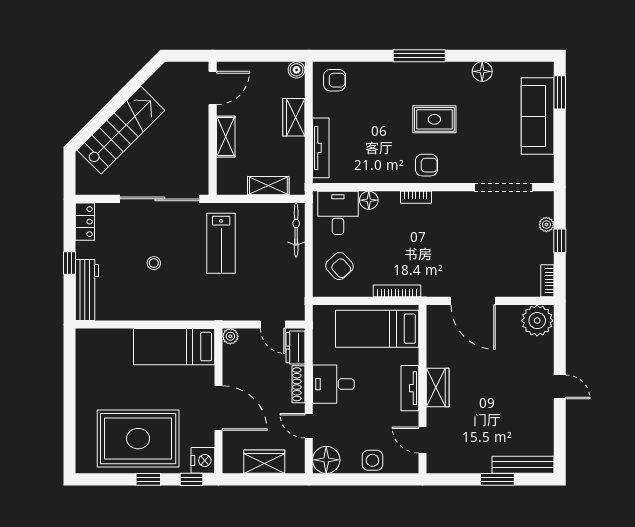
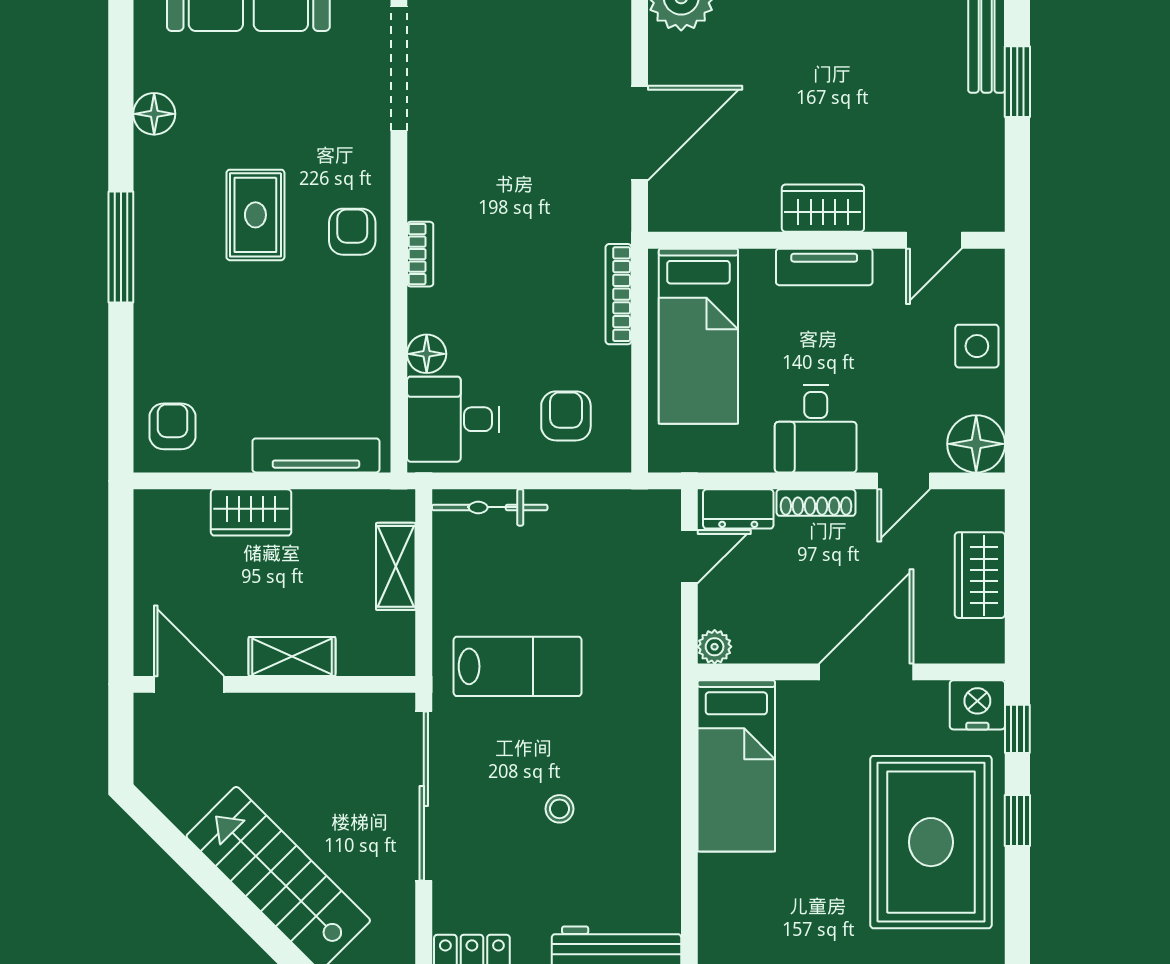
boiler: (297, 70) -> (151, 507), removed
armchair: (339, 266) -> (566, 416), turned -48

